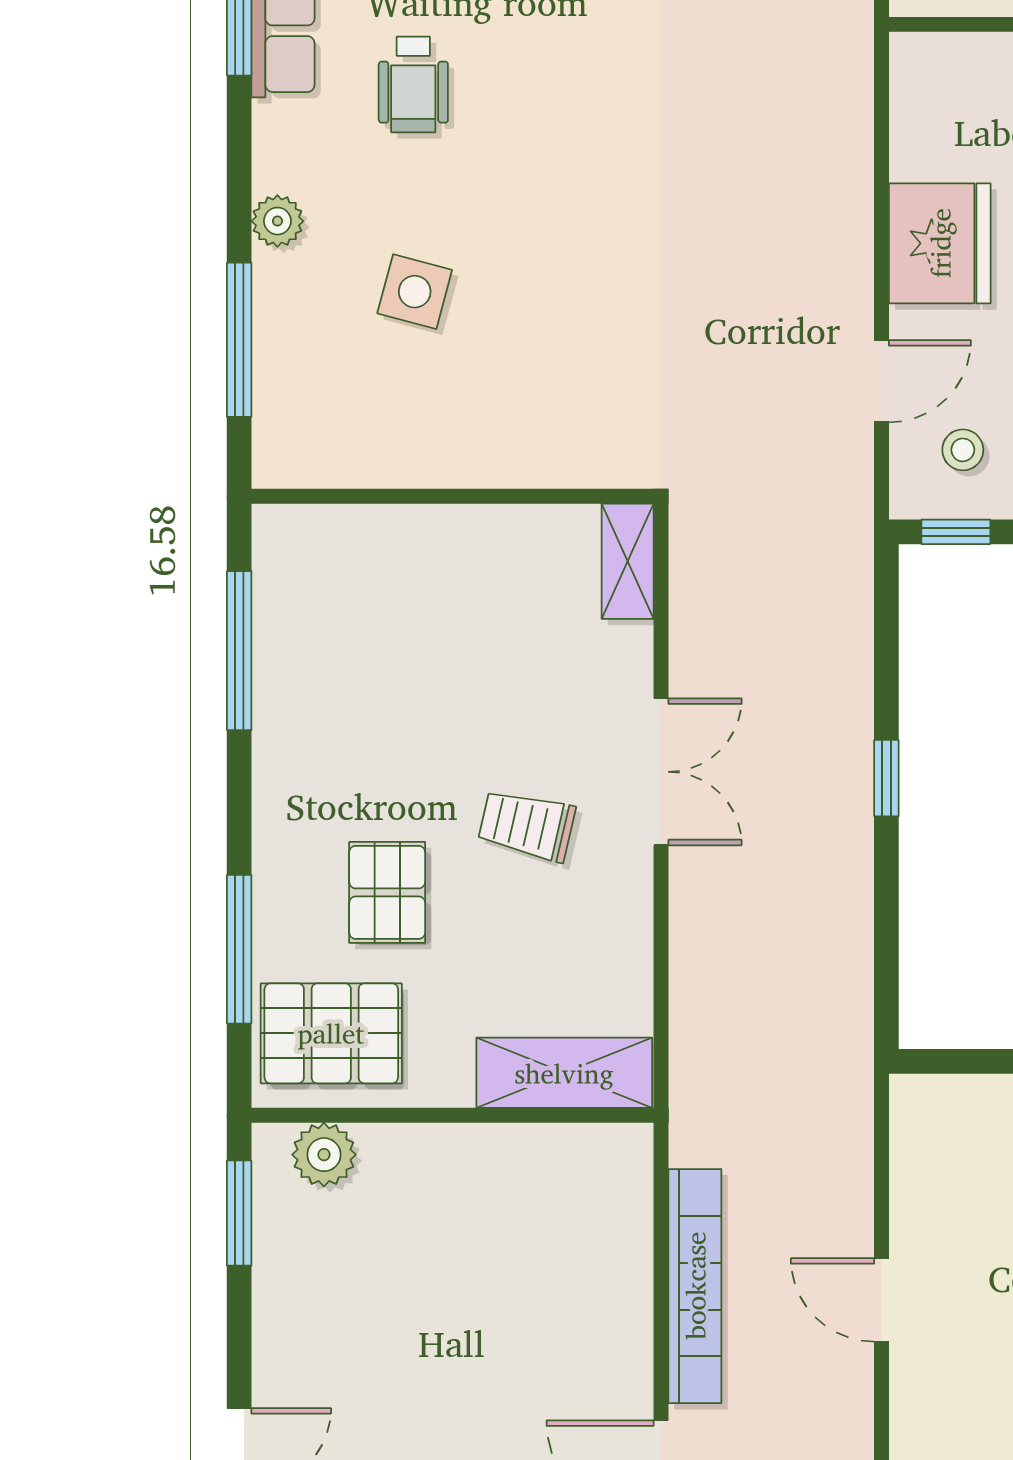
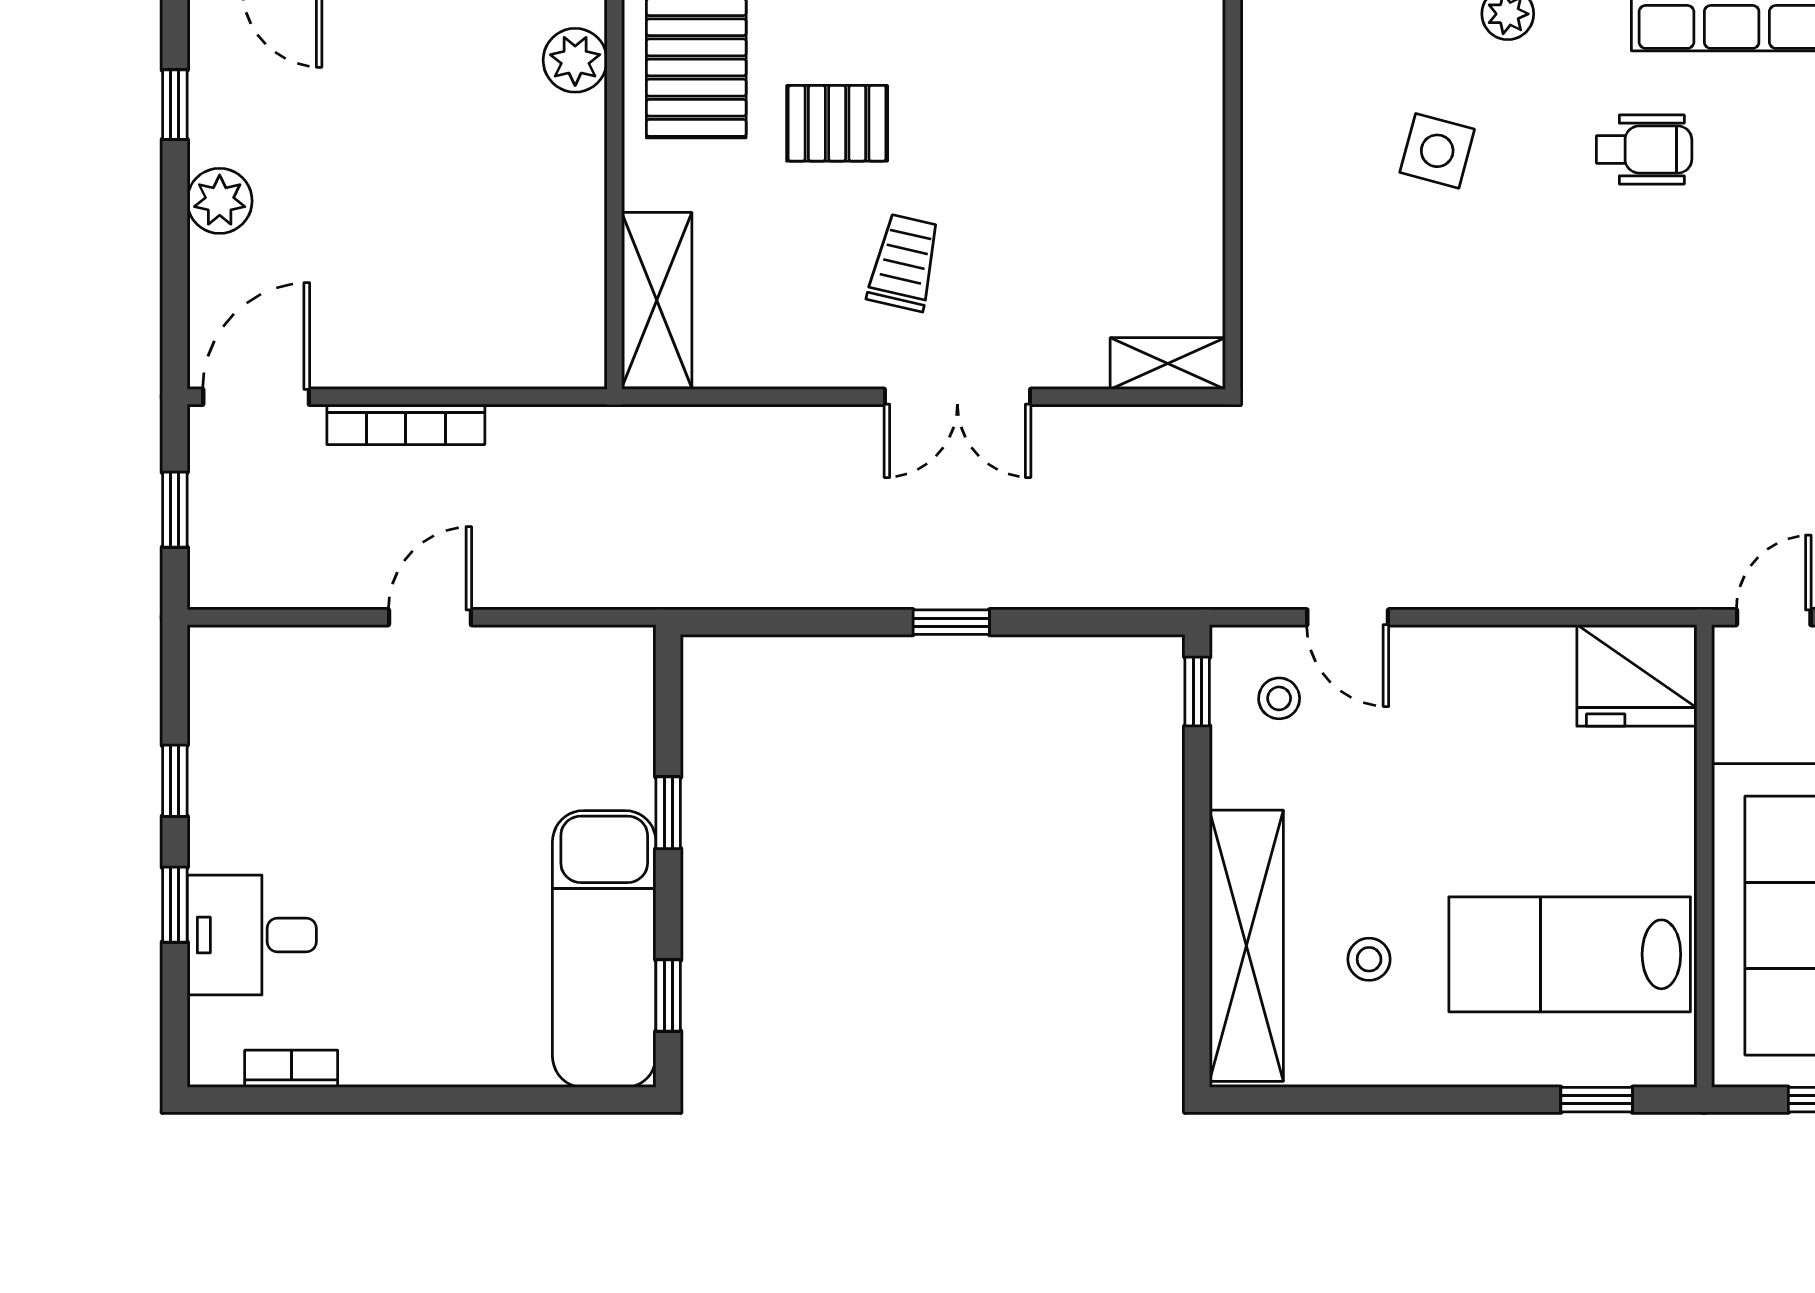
wheelchair: (413, 84) -> (1644, 149), turned 180
fridge: (940, 243) -> (1637, 675), moved
bookcase: (695, 1286) -> (406, 424), width x0.68, depth x0.76

